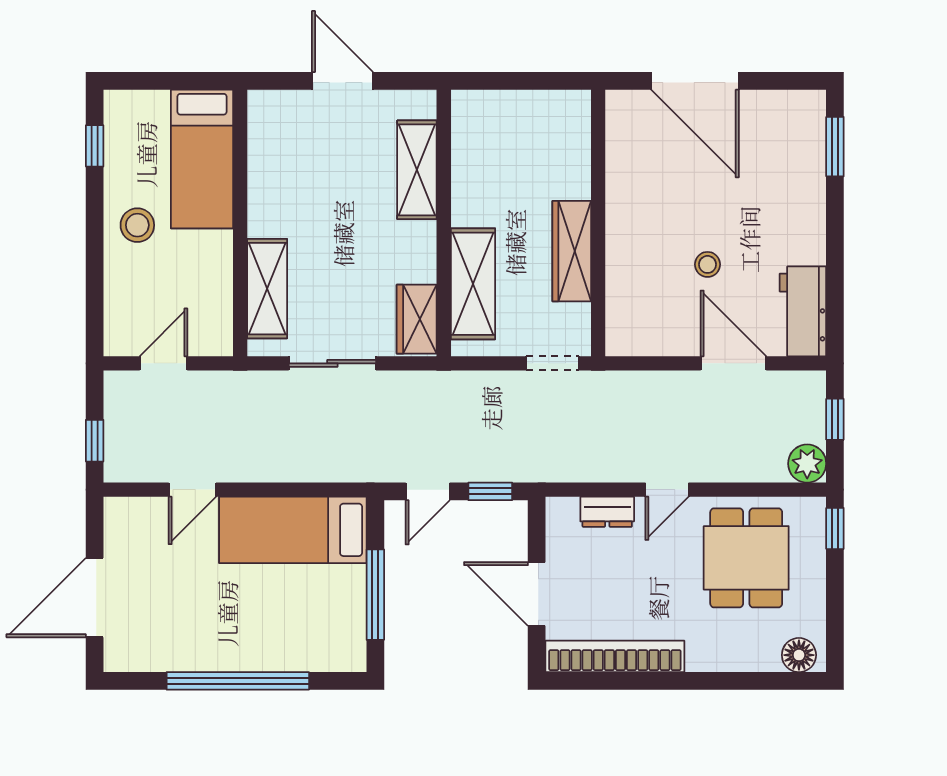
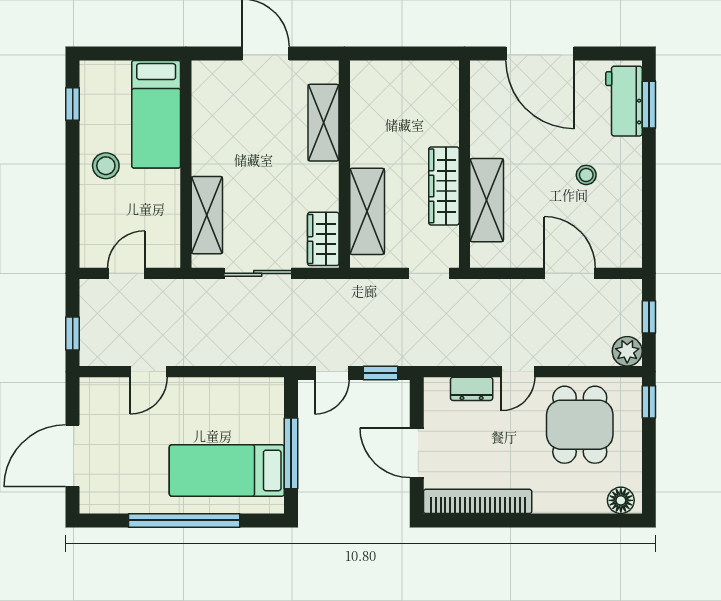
stool: (708, 264) -> (586, 175), moved
shelving: (627, 269) -> (487, 200), added
workbench: (803, 311) -> (624, 101), moved
bed: (293, 530) -> (227, 470), moved

